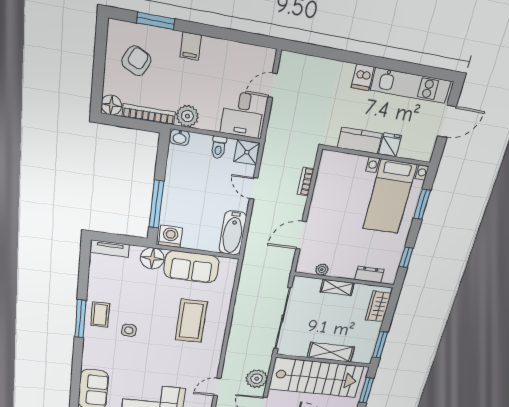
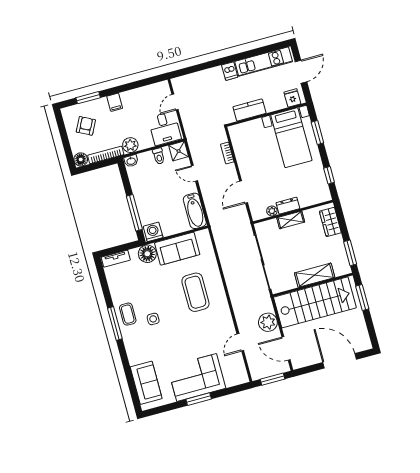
fridge: (390, 145) -> (292, 98), moved
dresser: (369, 275) -> (288, 206), moved

